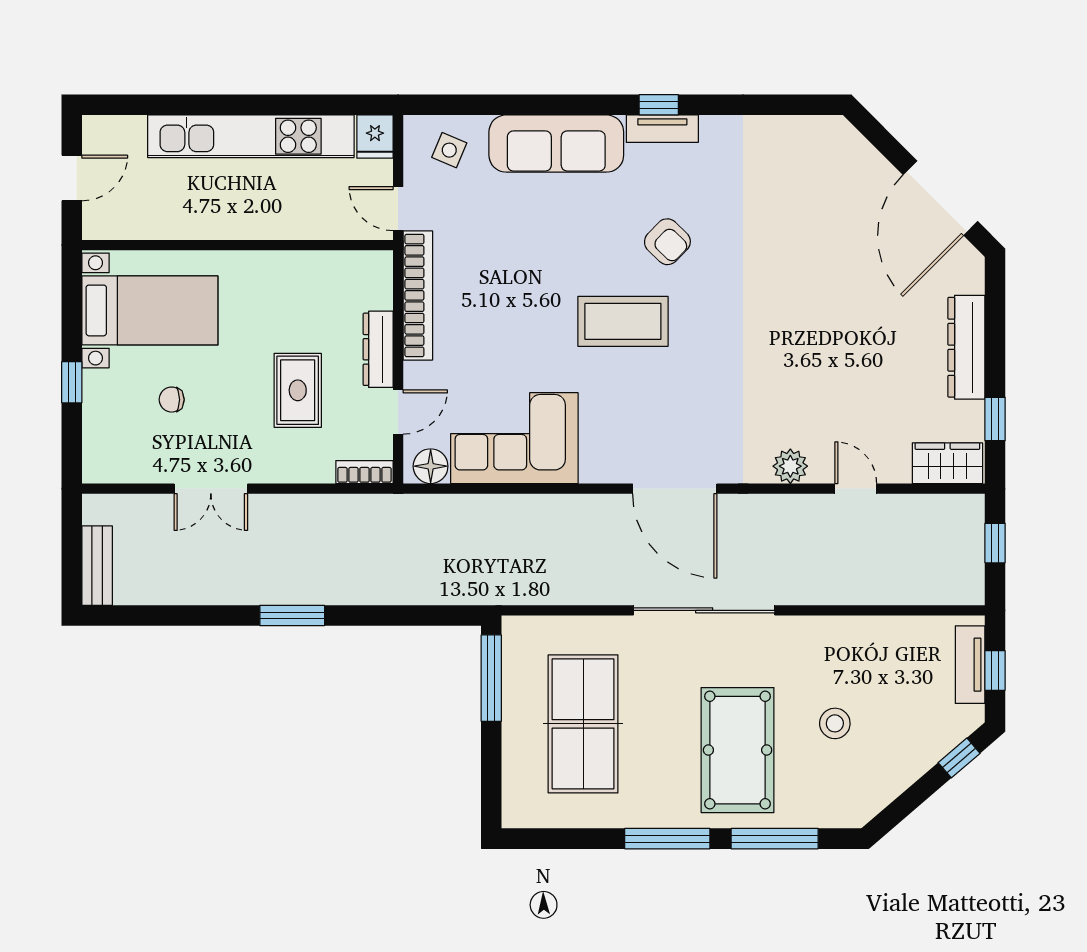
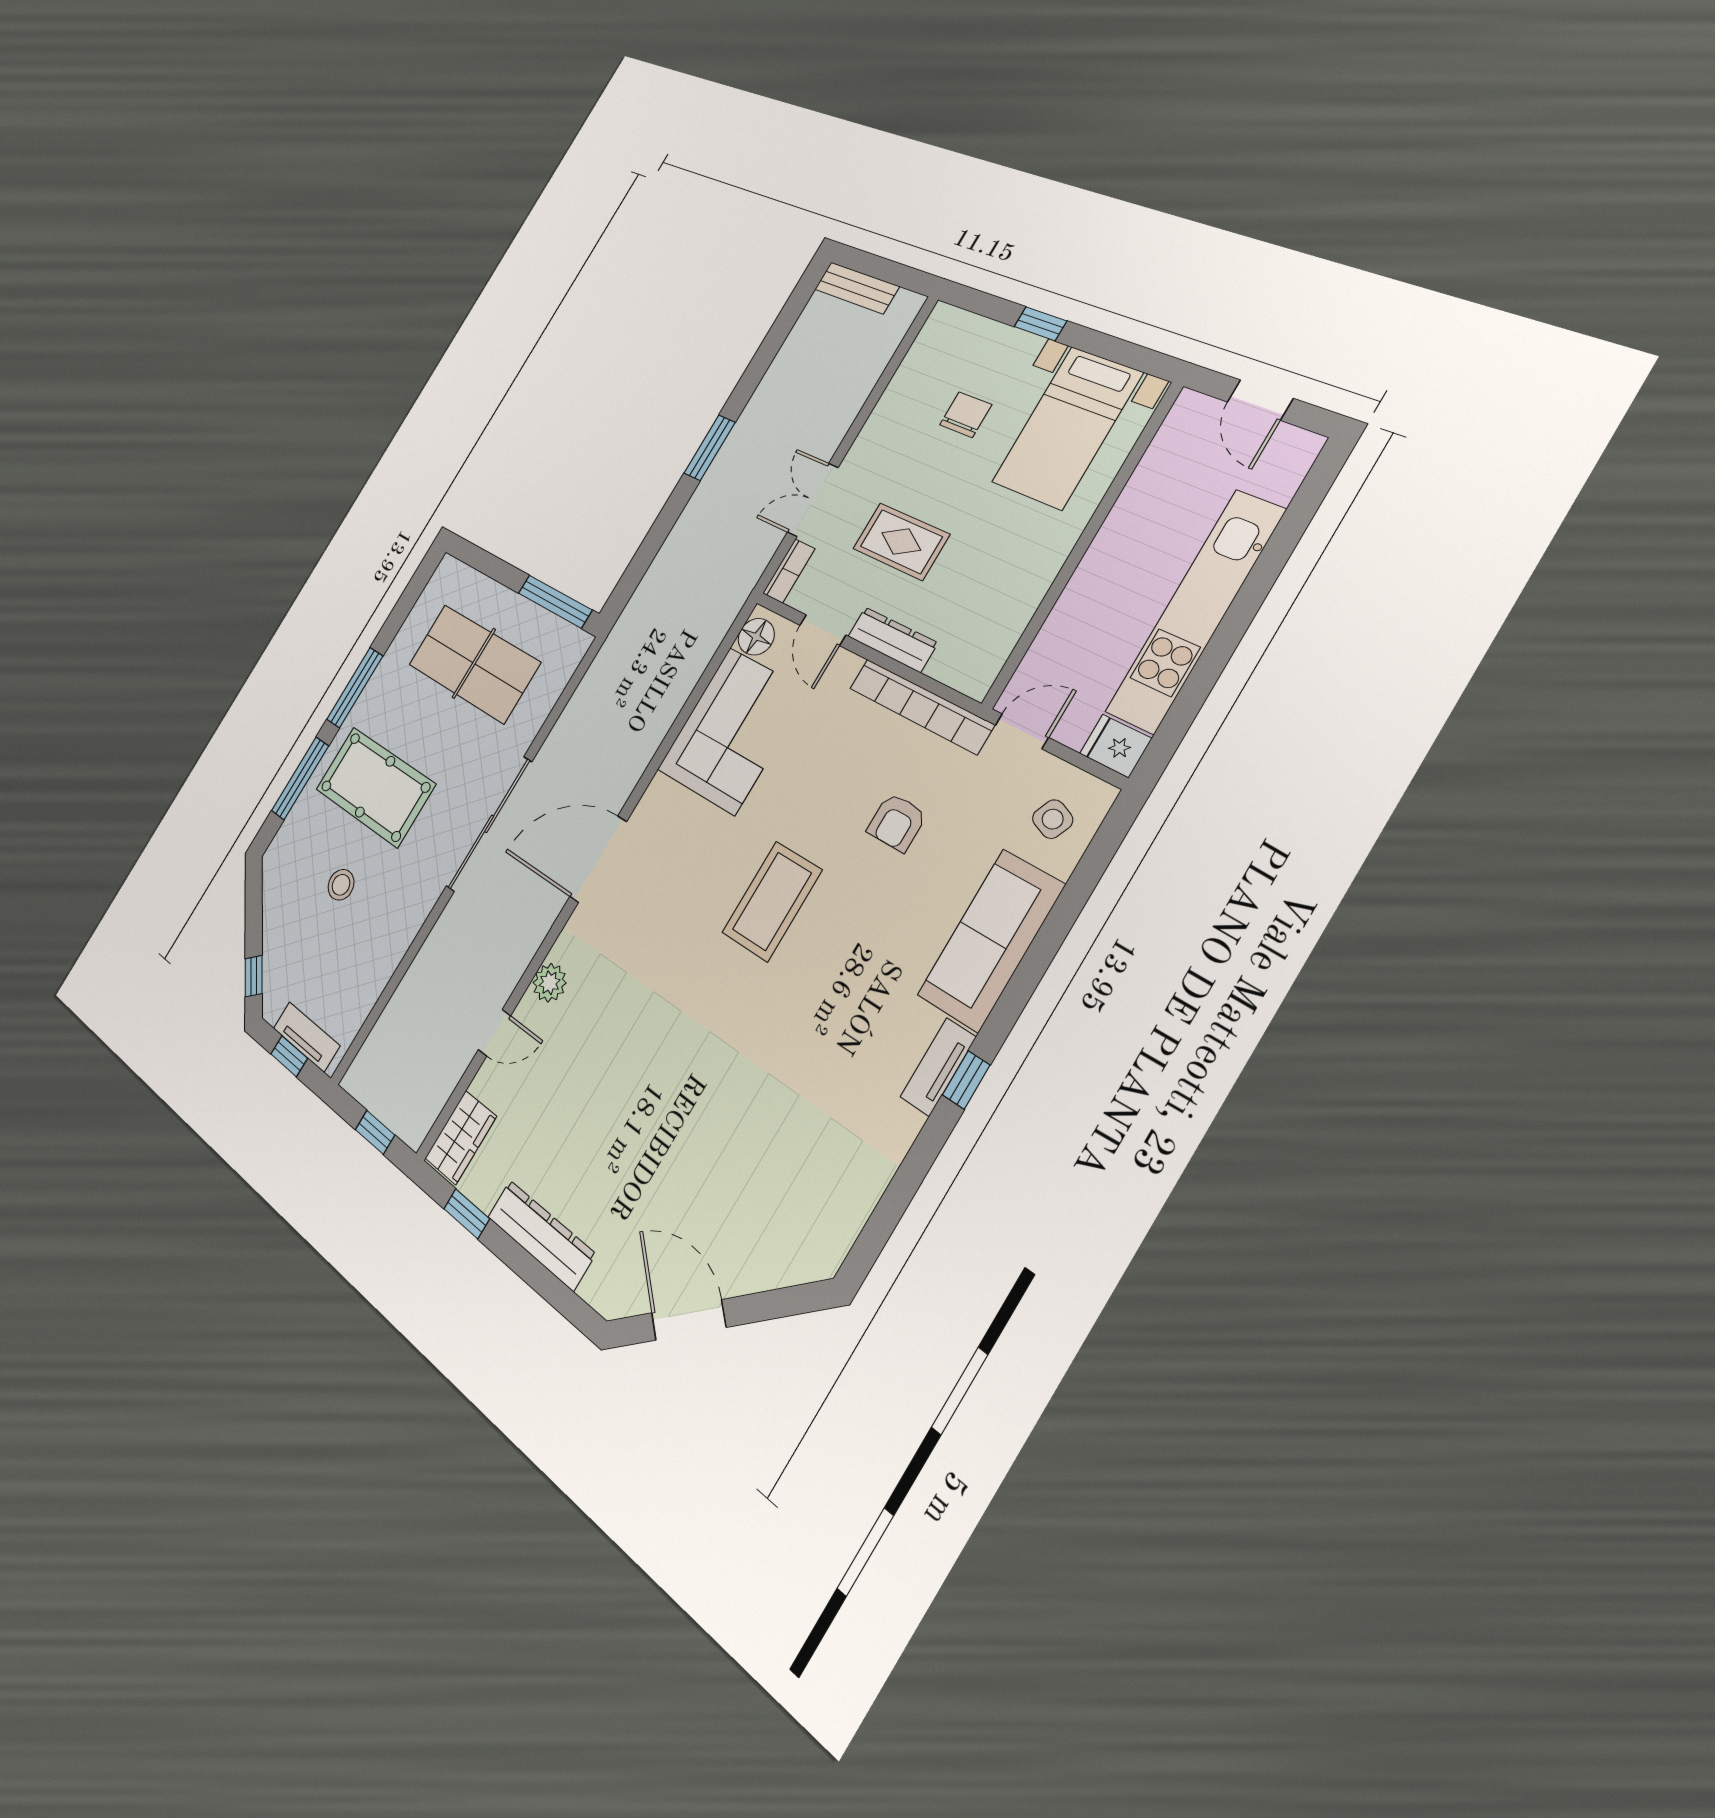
door: (940, 198) -> (689, 1320), width x0.73
armchair: (667, 242) -> (897, 822), moved, turned -44
chair: (172, 400) -> (966, 415), width x1.37, depth x1.37
double door: (211, 489) -> (813, 500), moved

